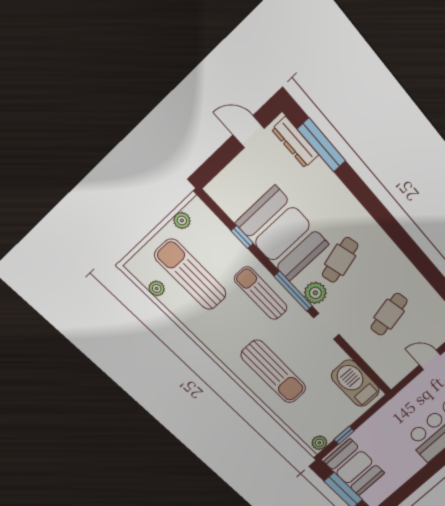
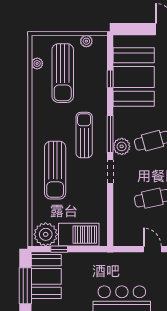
booth: (282, 234) -> (134, 77), moved
sun lounger: (191, 275) -> (63, 73), turned 180
sun lounger: (261, 293) -> (84, 135), moved
barbecue: (355, 383) -> (79, 235), moved, turned 90
plant: (319, 443) -> (46, 234), width x1.88, depth x1.88

